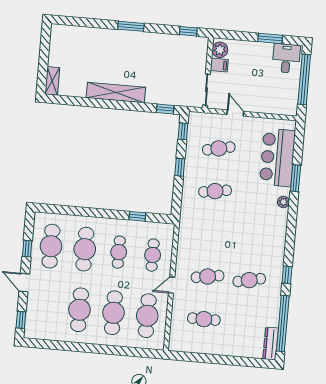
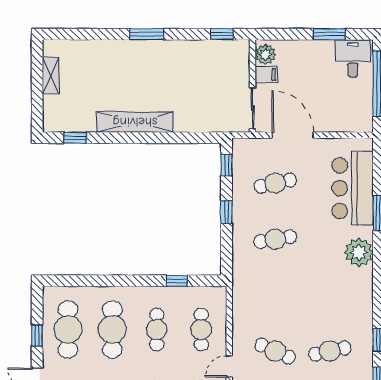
shelving: (52, 81) -> (51, 76), moved
window: (165, 109) -> (75, 138), moved
door: (235, 113) -> (293, 135), width x1.87
plant: (283, 202) -> (359, 252), width x1.87, depth x1.87
cafe table: (208, 276) -> (275, 351), turned 33

